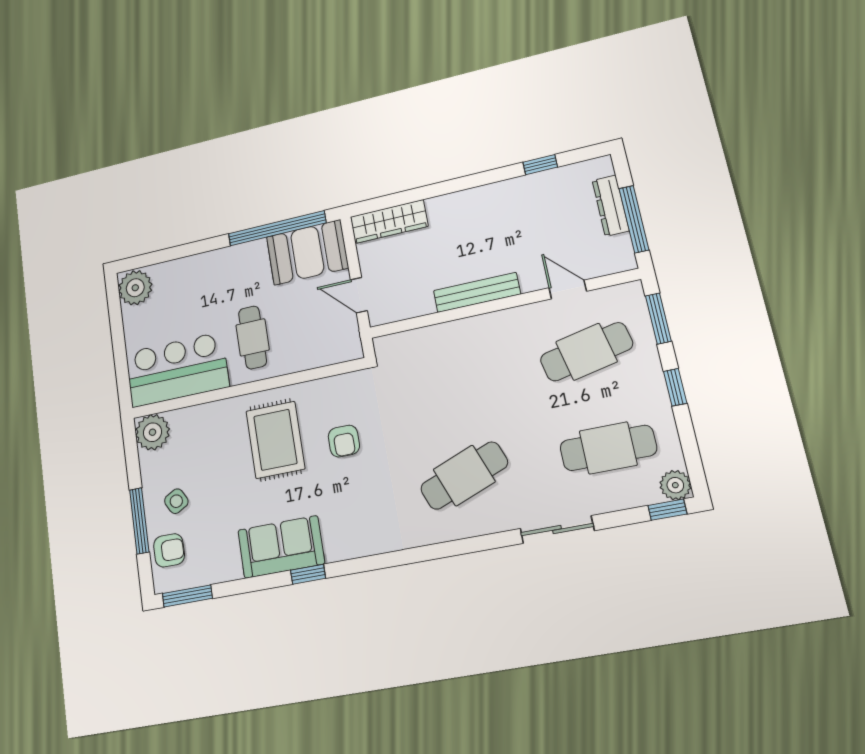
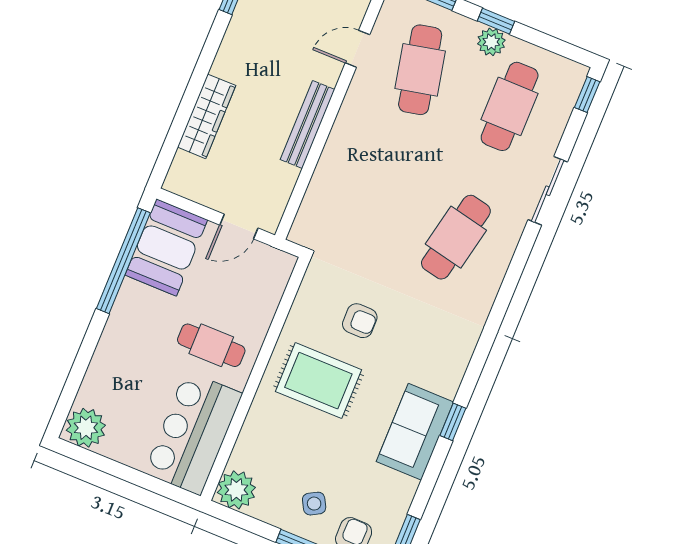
wardrobe: (389, 222) -> (207, 116), moved
cafe table: (464, 476) -> (456, 237), turned 33
plant: (675, 485) -> (491, 42), moved

